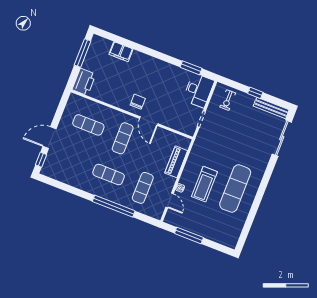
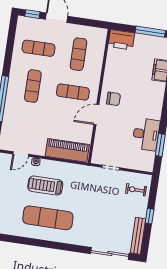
desk: (199, 90) -> (146, 134), moved, turned -90
piano: (176, 162) -> (67, 150), width x1.37, depth x1.33
exercise mat: (143, 188) -> (39, 48), moved

